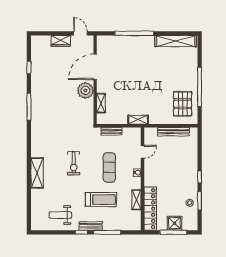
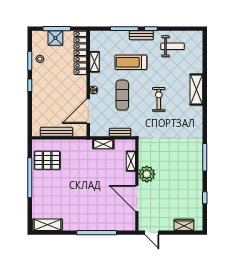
wardrobe: (61, 41) -> (184, 225), moved
shelving: (176, 41) -> (47, 225), width x0.68
door: (95, 67) -> (137, 198), swing flipped
pallet: (183, 104) -> (47, 160), turned 90
shelving: (138, 120) -> (103, 144), moved
door: (143, 152) -> (88, 111), width x1.88

